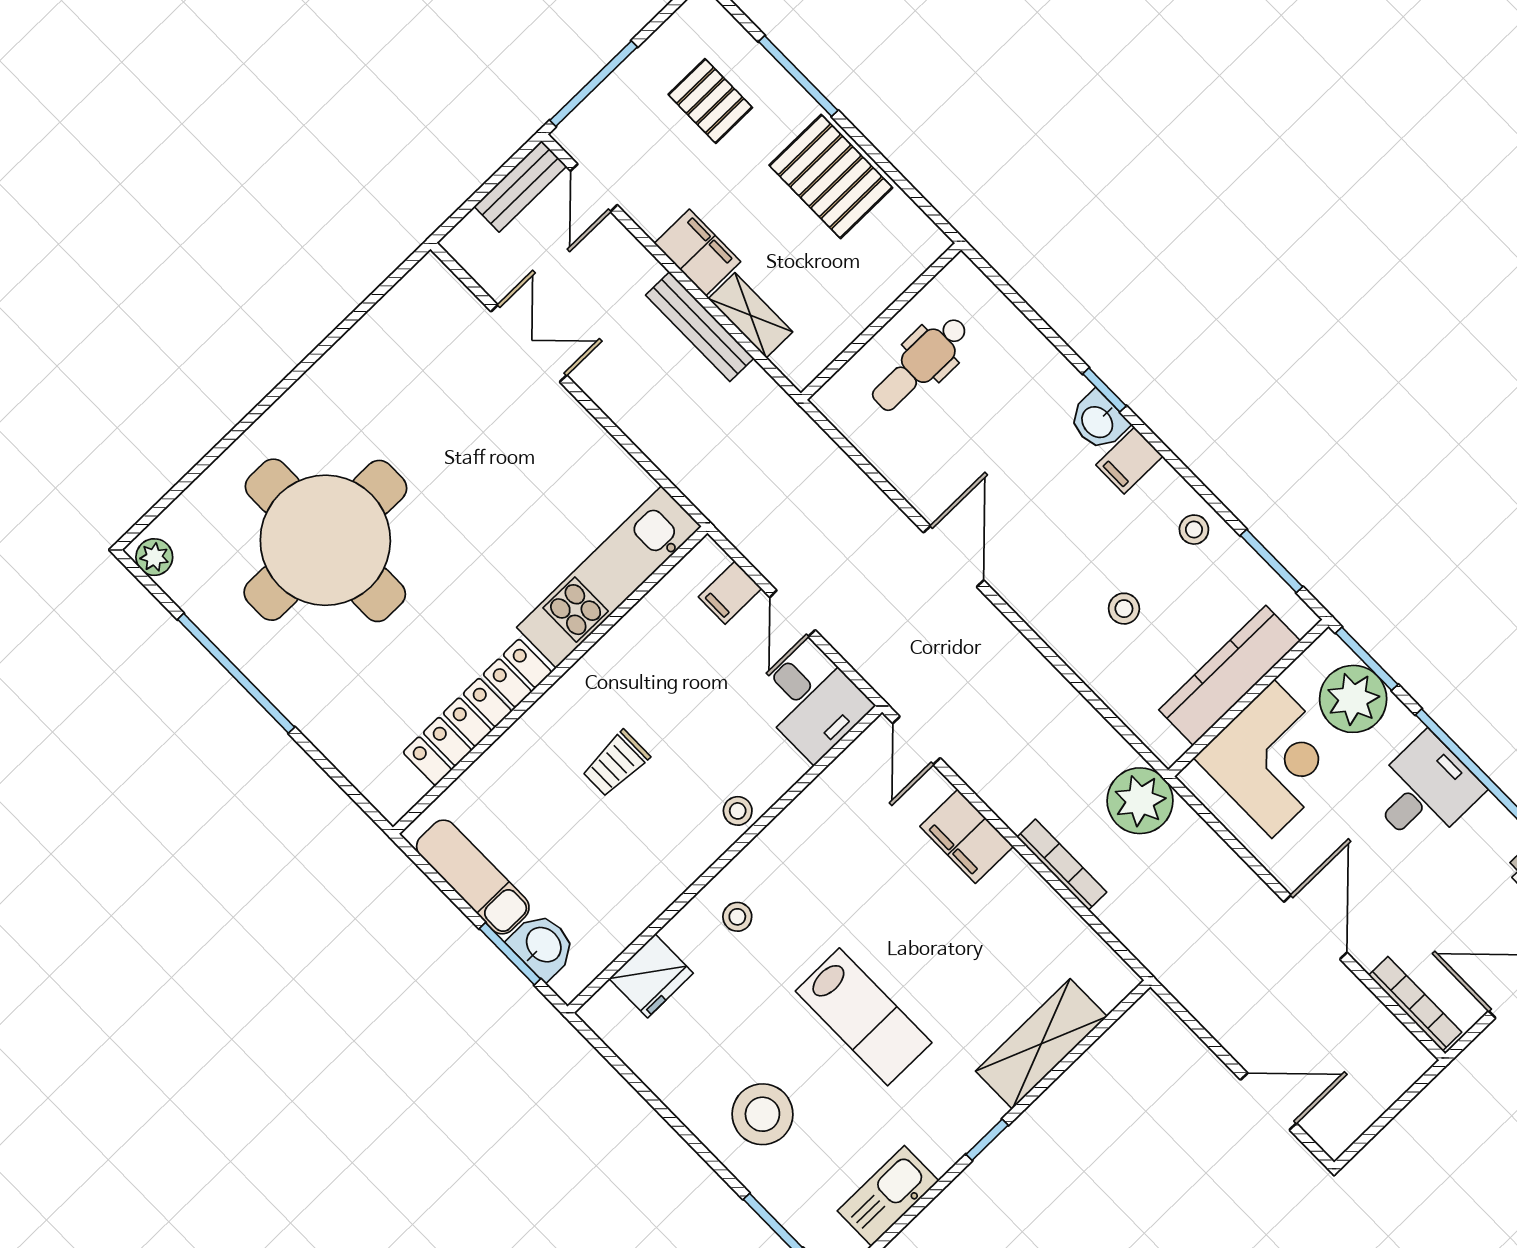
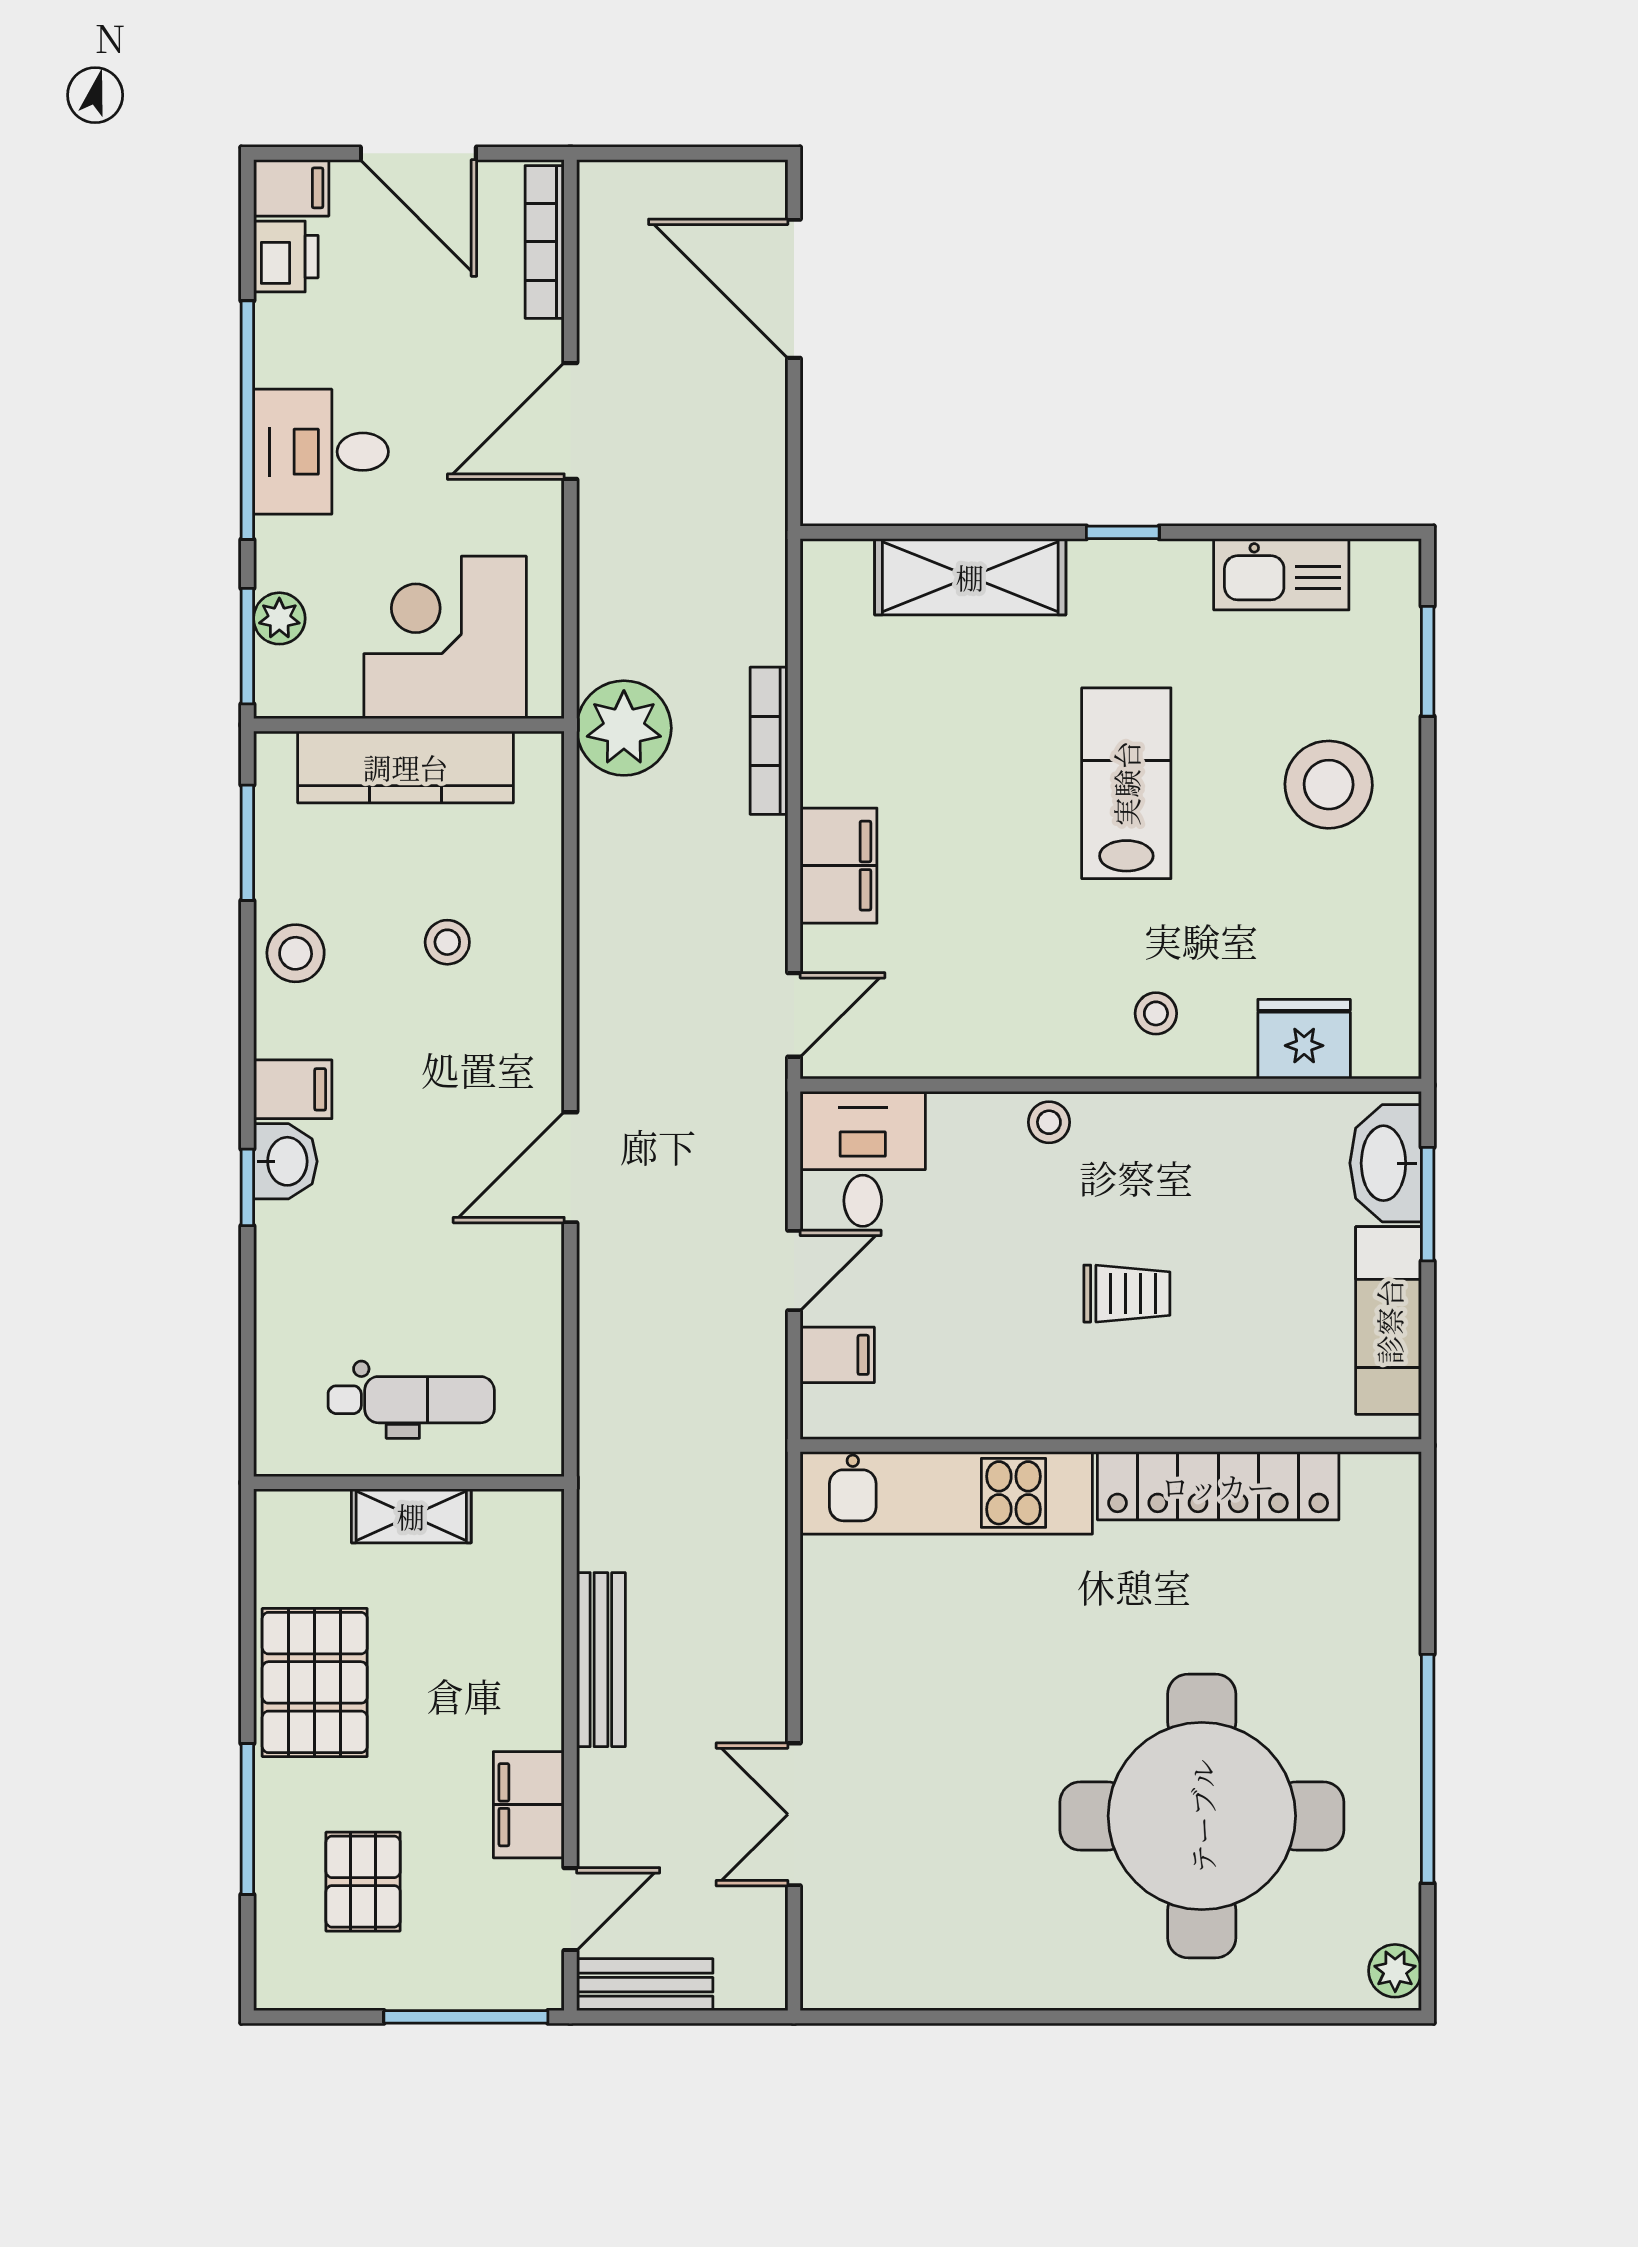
filing cabinet: (697, 253) -> (529, 1805), moved
shelving: (750, 315) -> (411, 1516), moved, turned 90
stool: (1194, 530) -> (296, 953), width x1.37, depth x1.37
plant: (1353, 699) -> (279, 618), width x0.53, depth x0.53
washbasin: (543, 946) -> (1386, 1163), width x1.38
door: (1269, 1101) -> (794, 289), width x1.36

